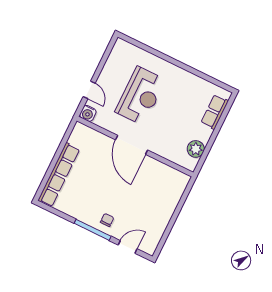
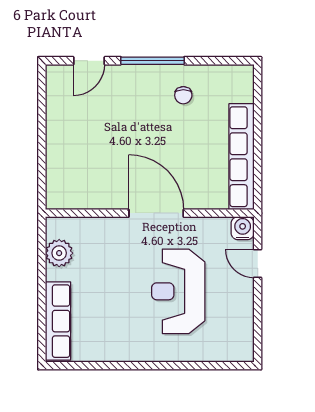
row of seats: (215, 112) -> (58, 321), width x1.48
row of seats: (59, 175) -> (242, 157), moved
chair: (107, 220) -> (183, 95), moved

